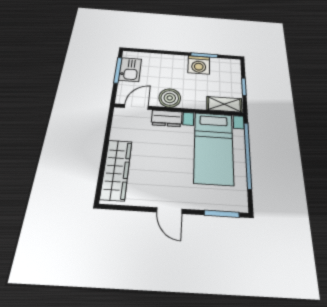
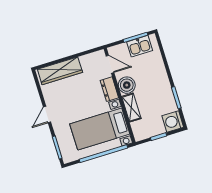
washing machine: (199, 65) -> (173, 121), moved
shelving: (224, 104) -> (131, 108), moved

